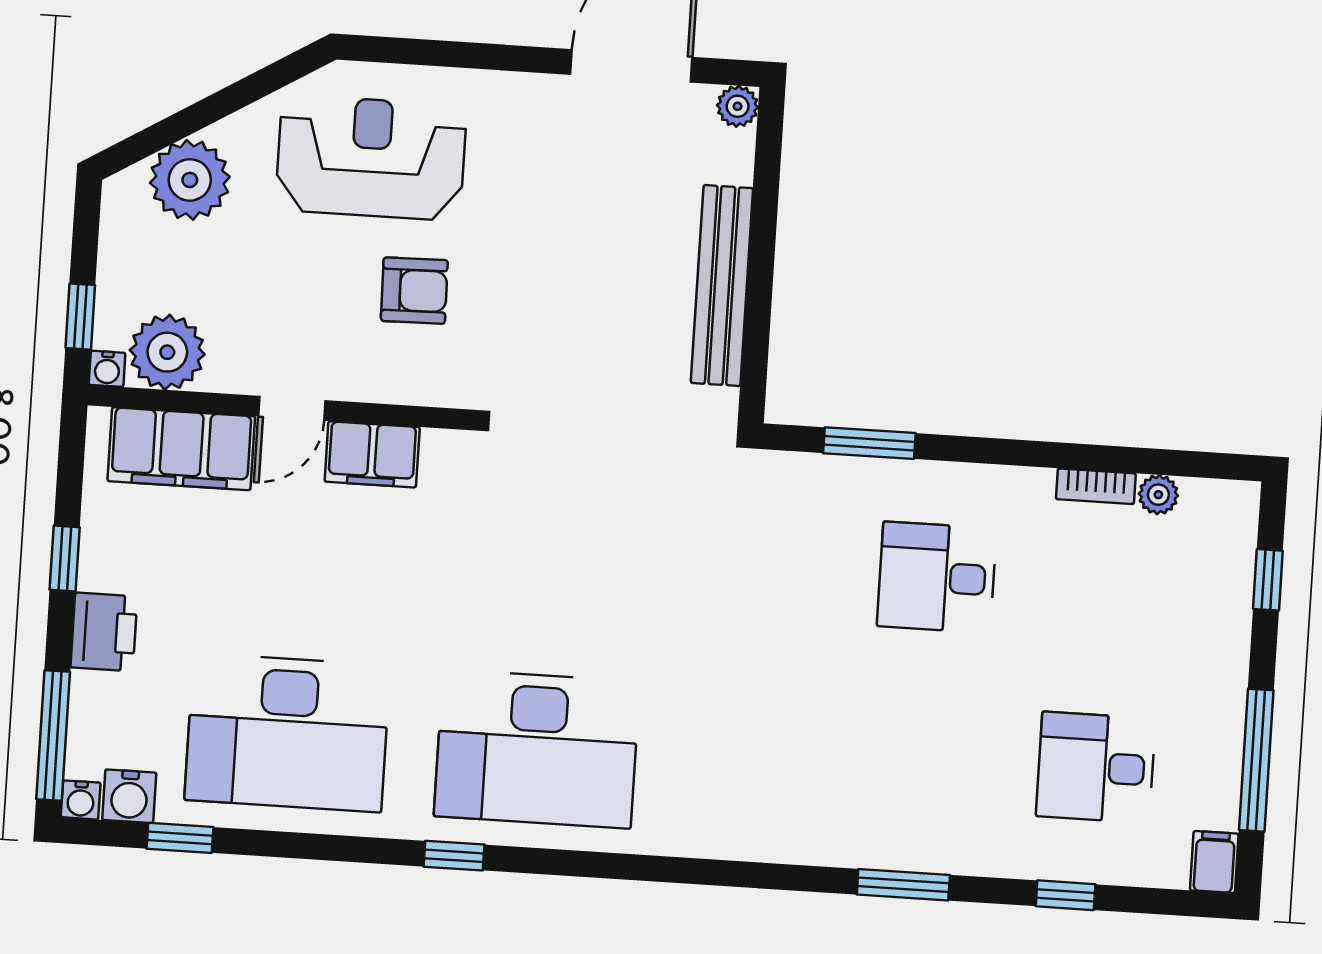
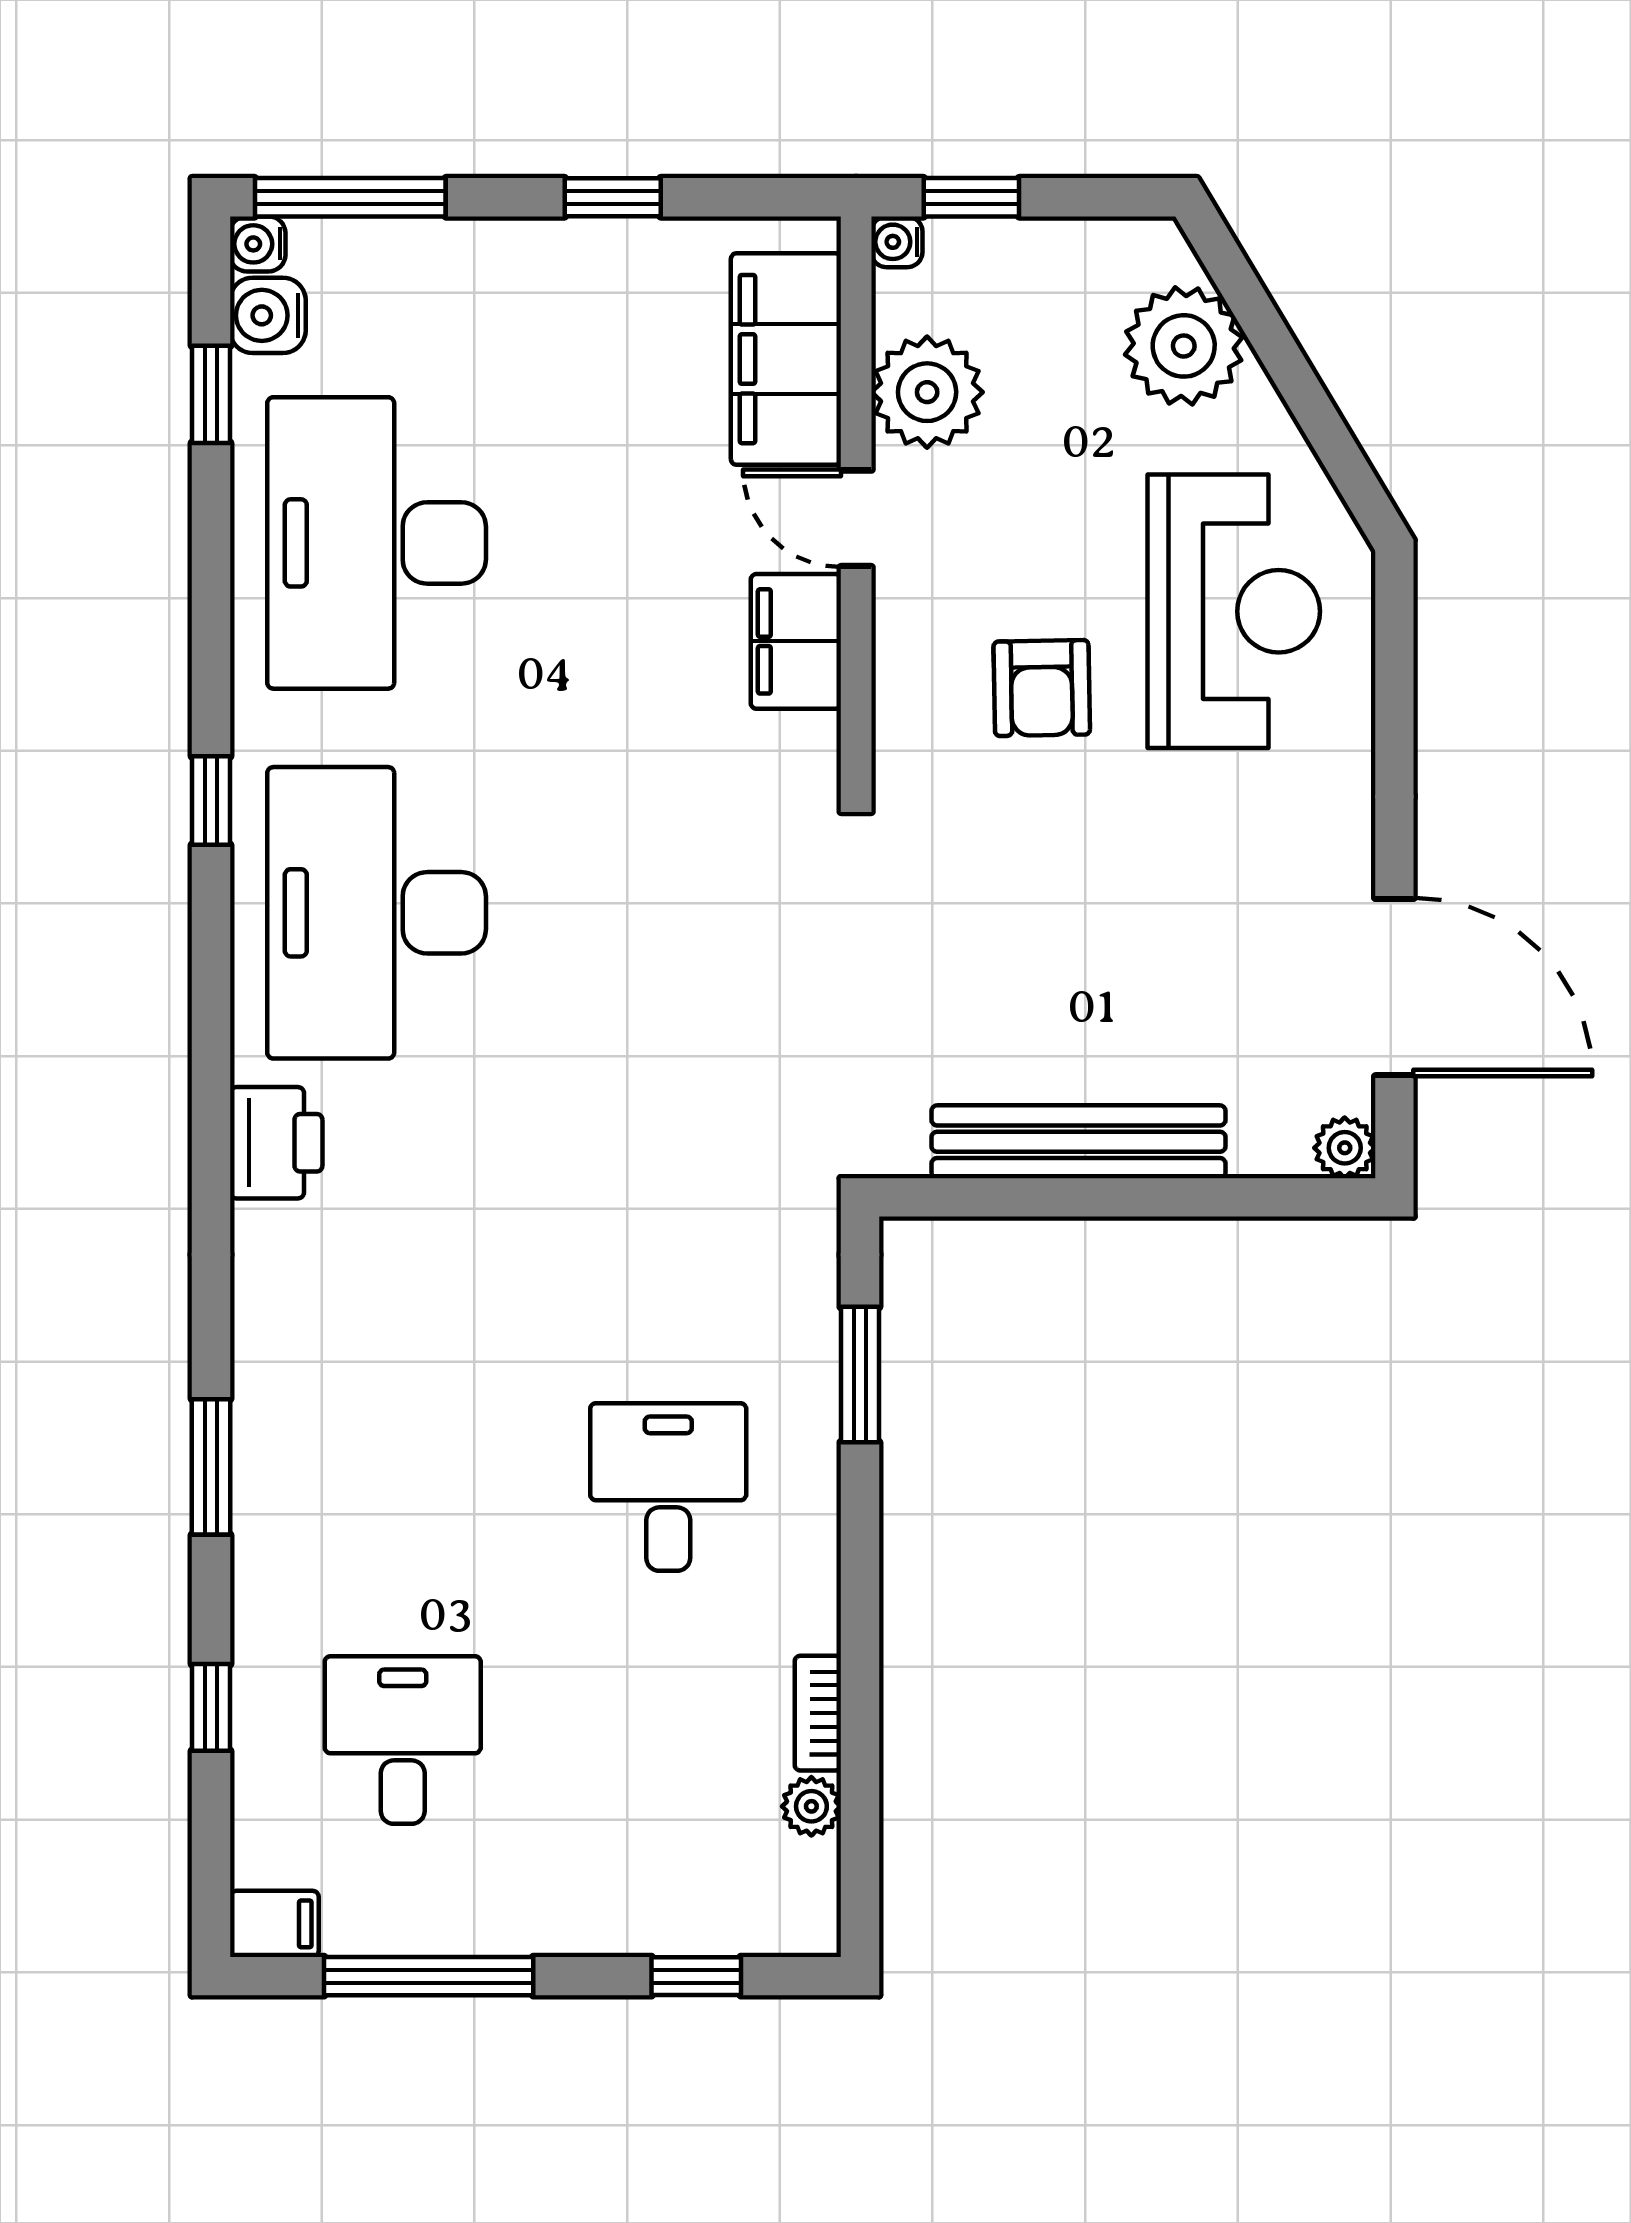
plant: (167, 352) -> (927, 392), moved
printer: (104, 632) -> (276, 1143), moved, turned -90

